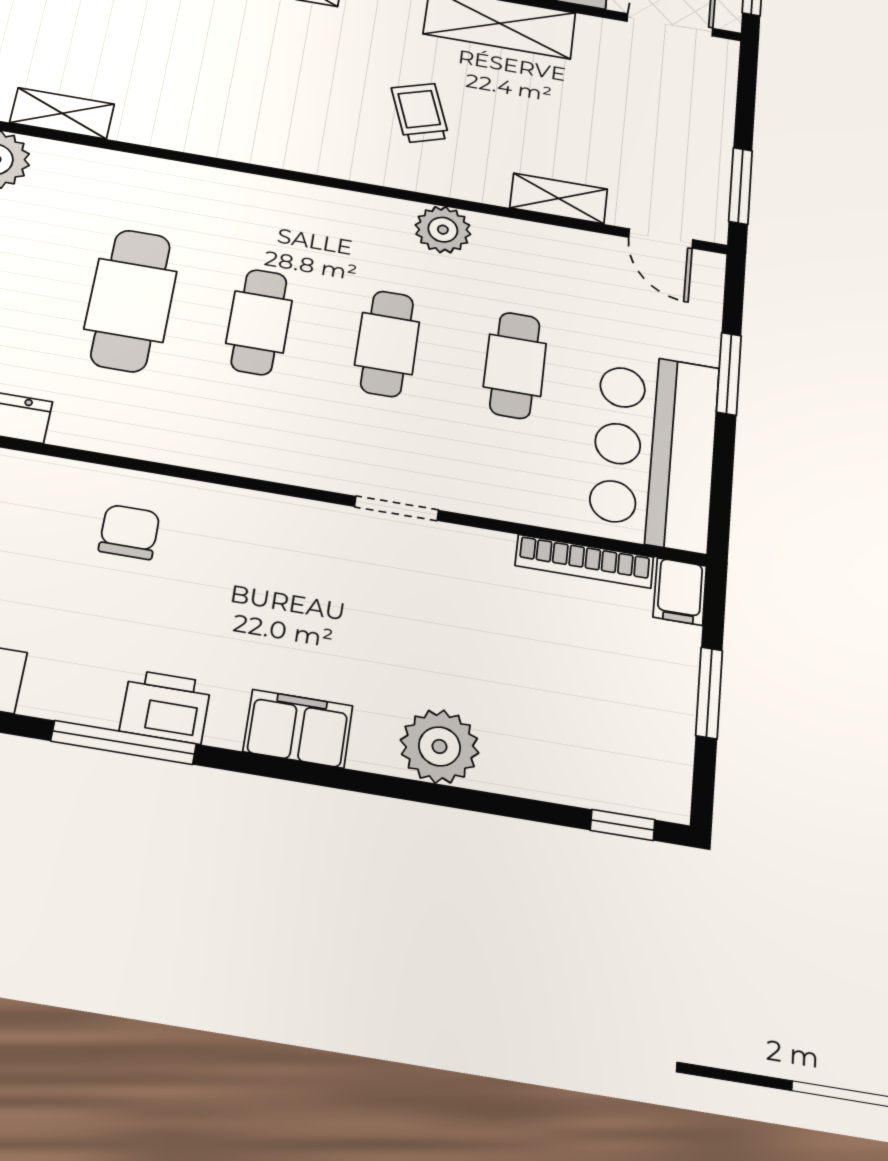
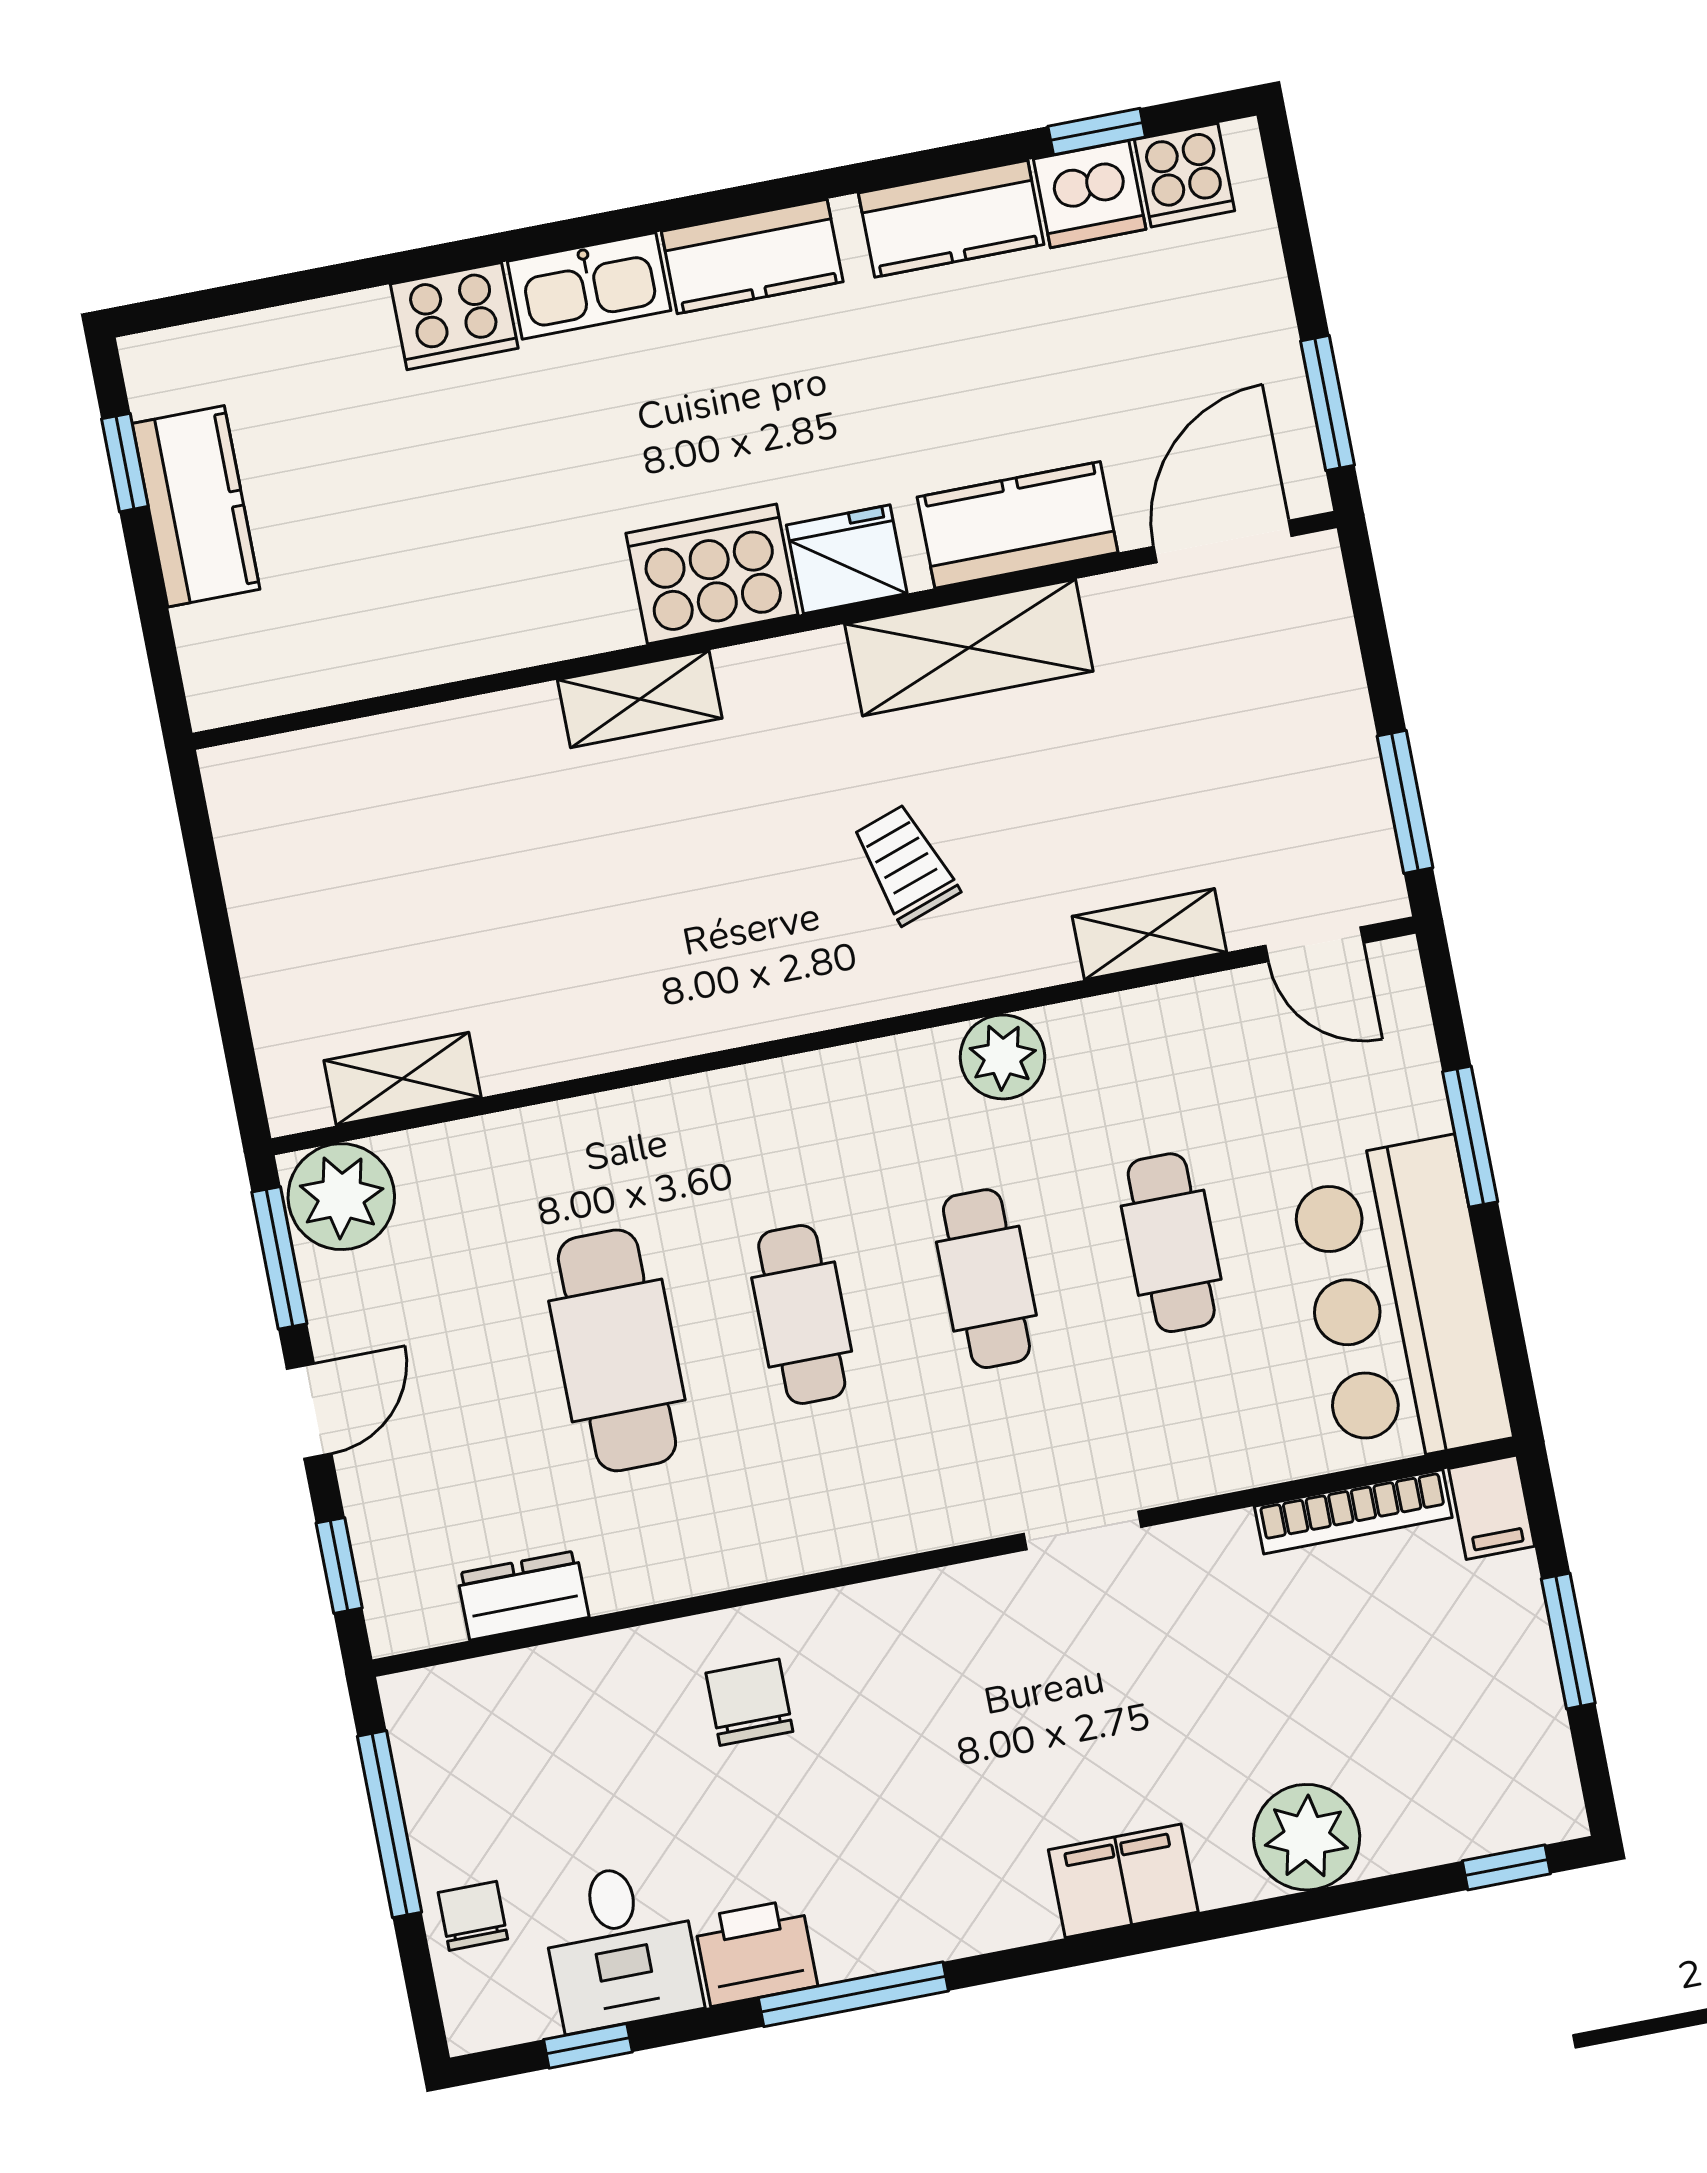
printer: (166, 707) -> (756, 1952), moved
filing cabinet: (298, 729) -> (1123, 1881), moved
plant: (440, 746) -> (1307, 1837), moved

